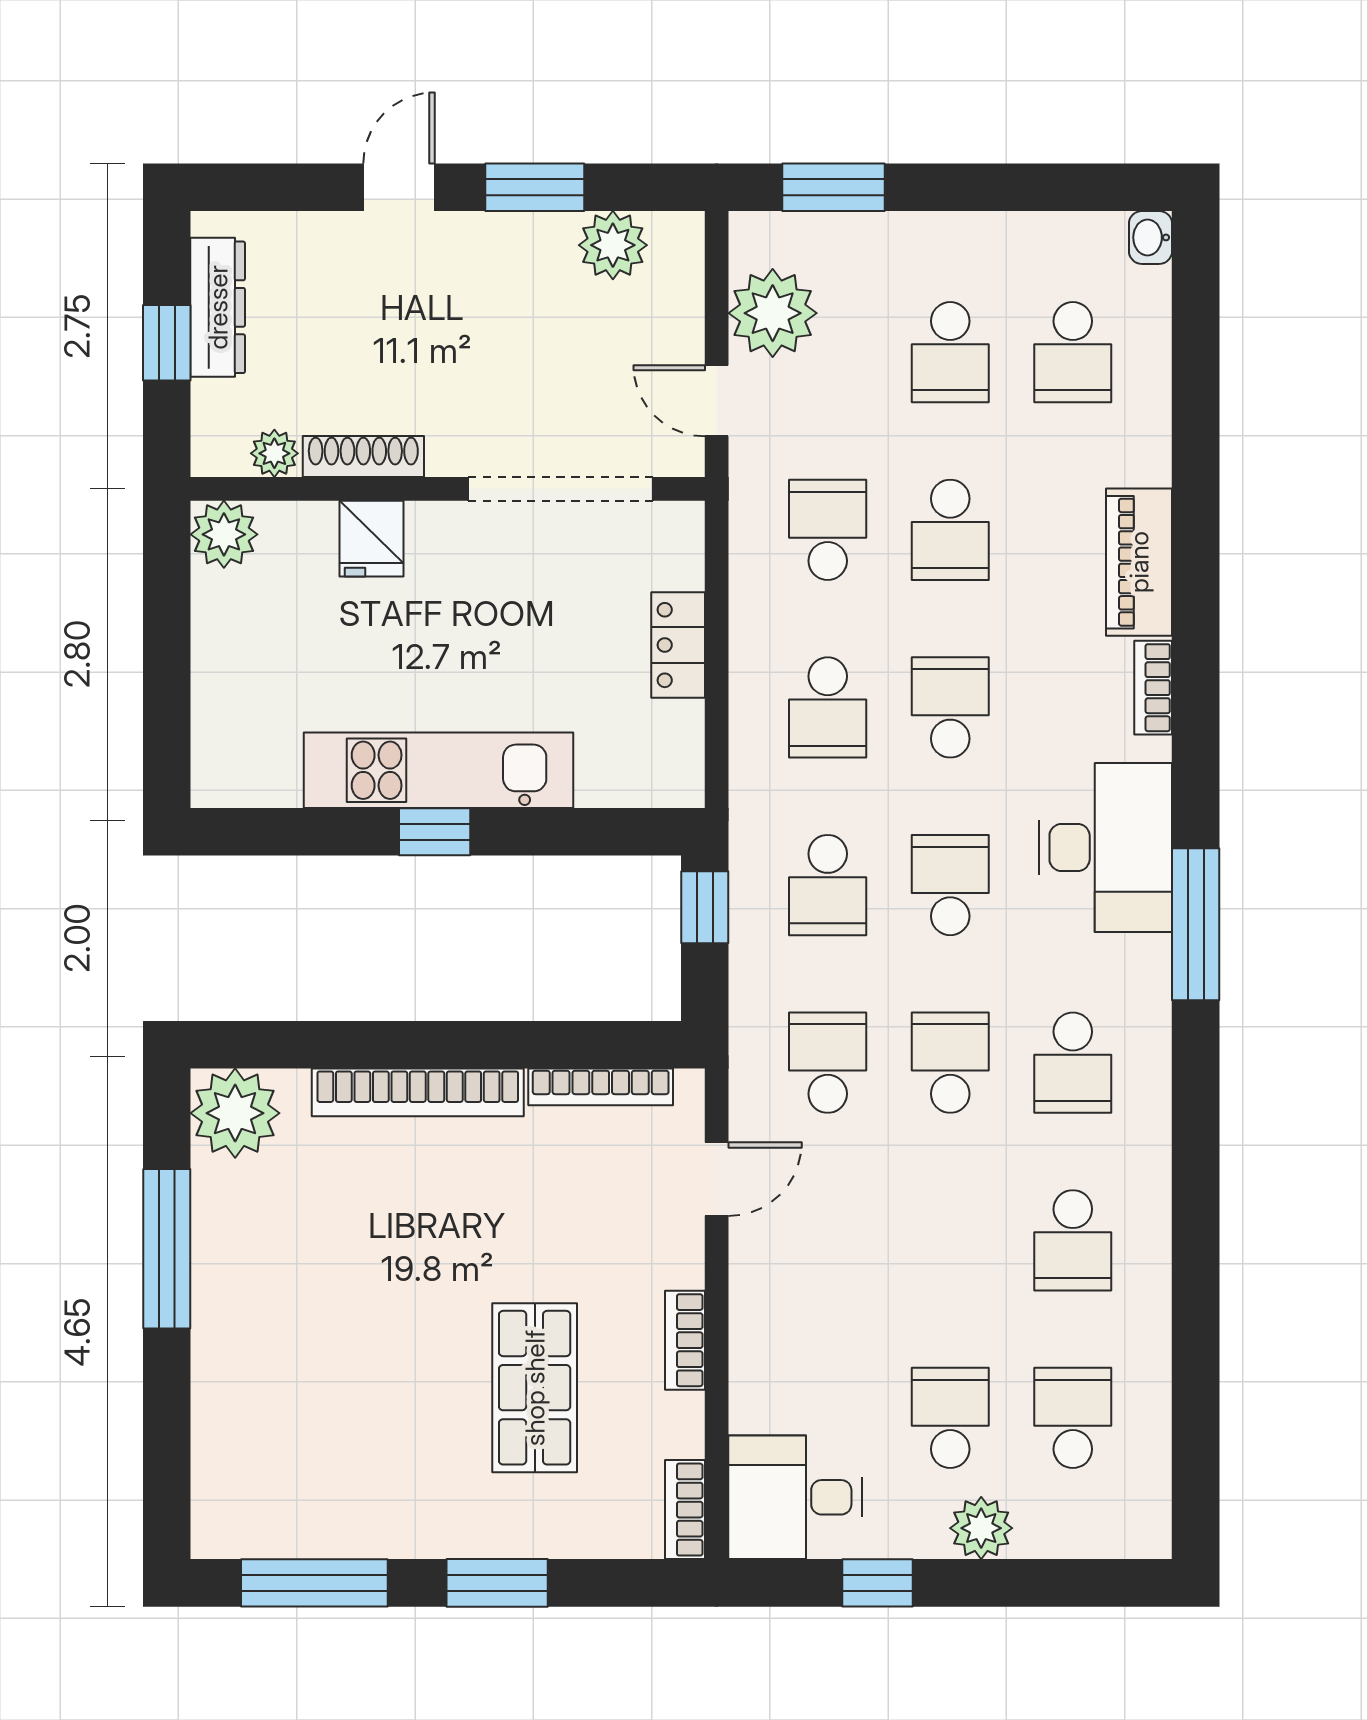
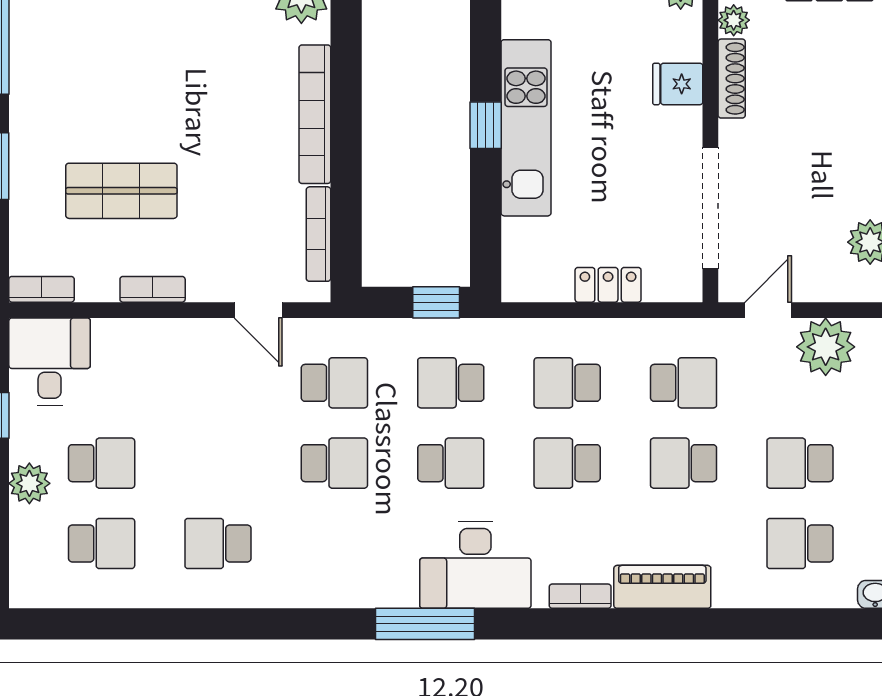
school desk: (950, 707) -> (567, 463), turned 180
school desk: (1073, 1063) -> (334, 543), removed

